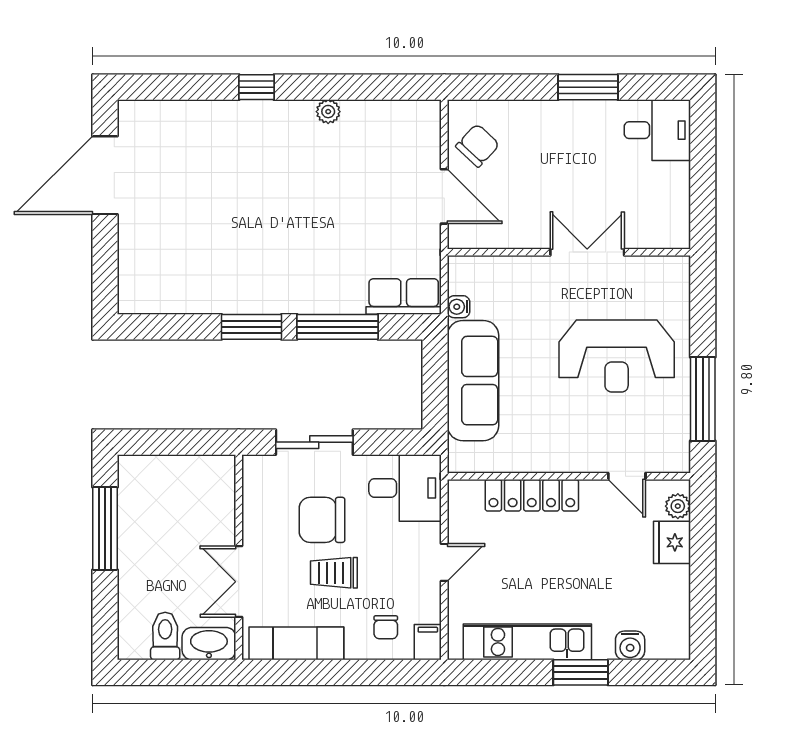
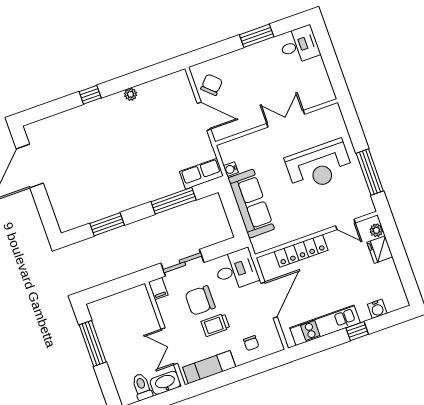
window: (252, 327) -> (107, 224), moved
door: (444, 562) -> (269, 300), width x1.88
filing cabinet: (428, 642) -> (158, 288), moved, turned 180
window: (581, 672) -> (357, 331), width x0.67

